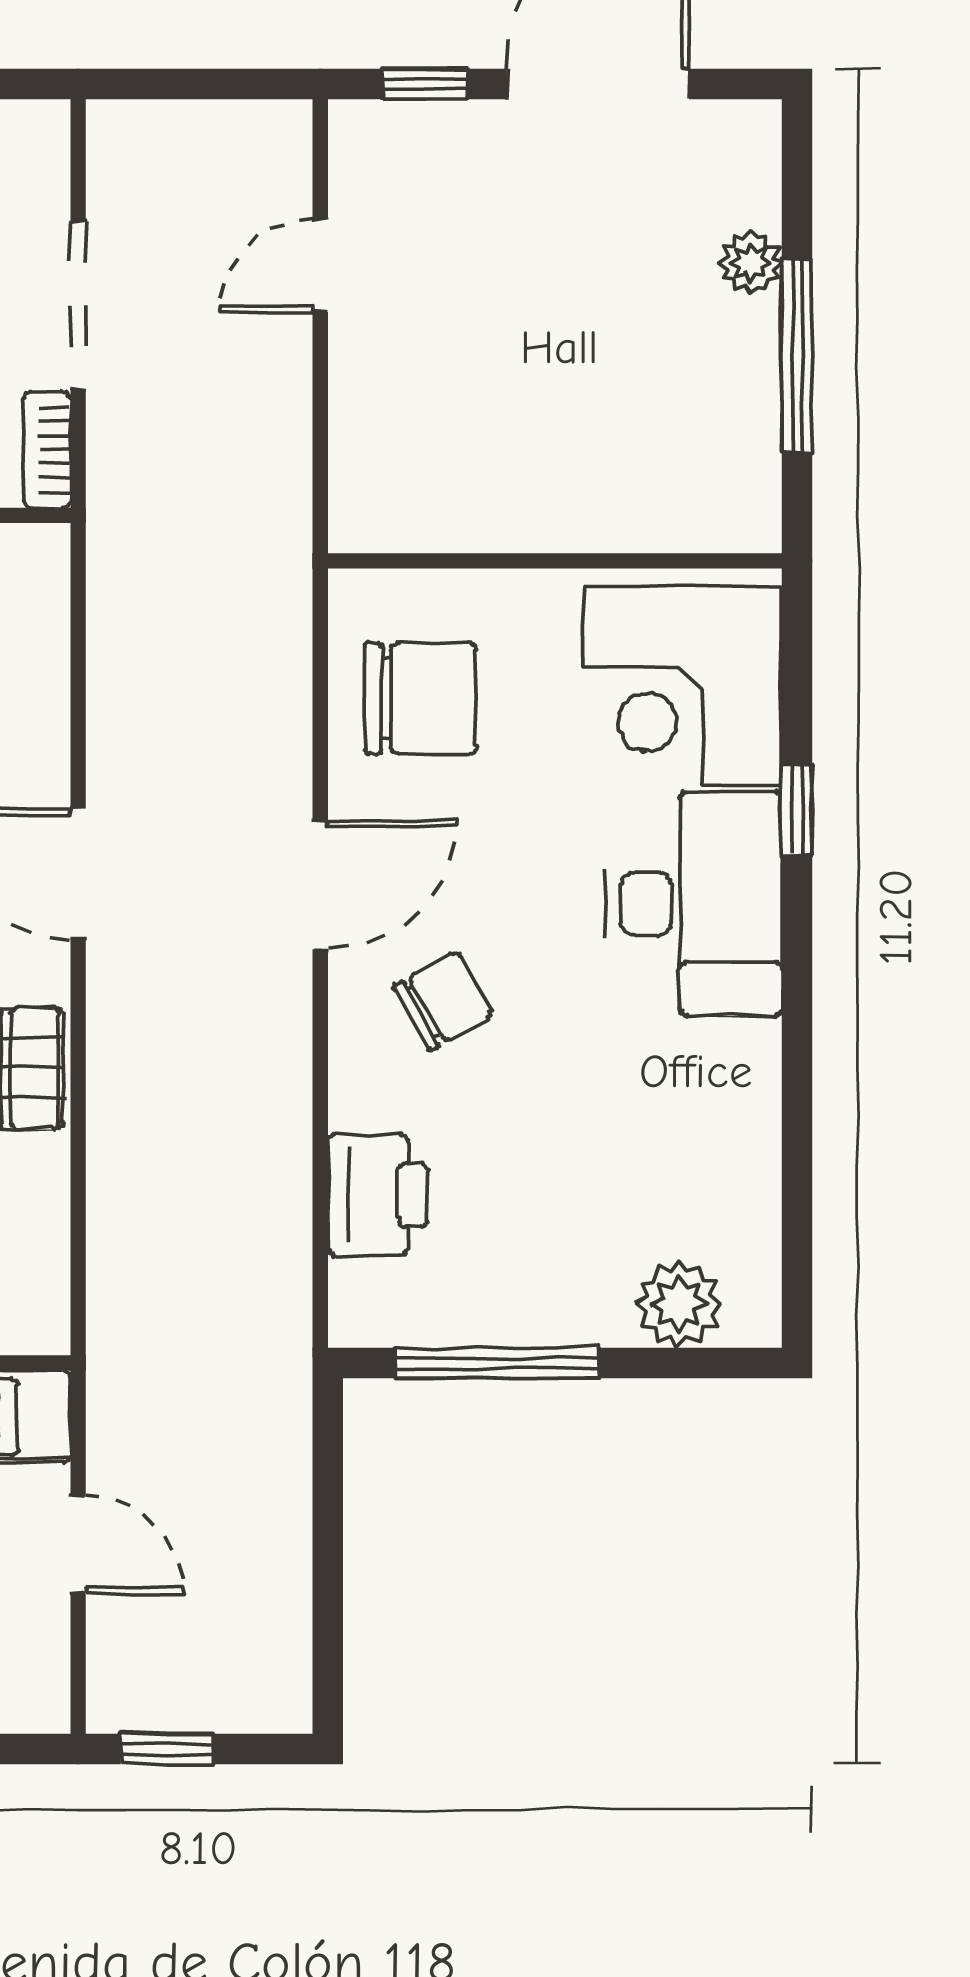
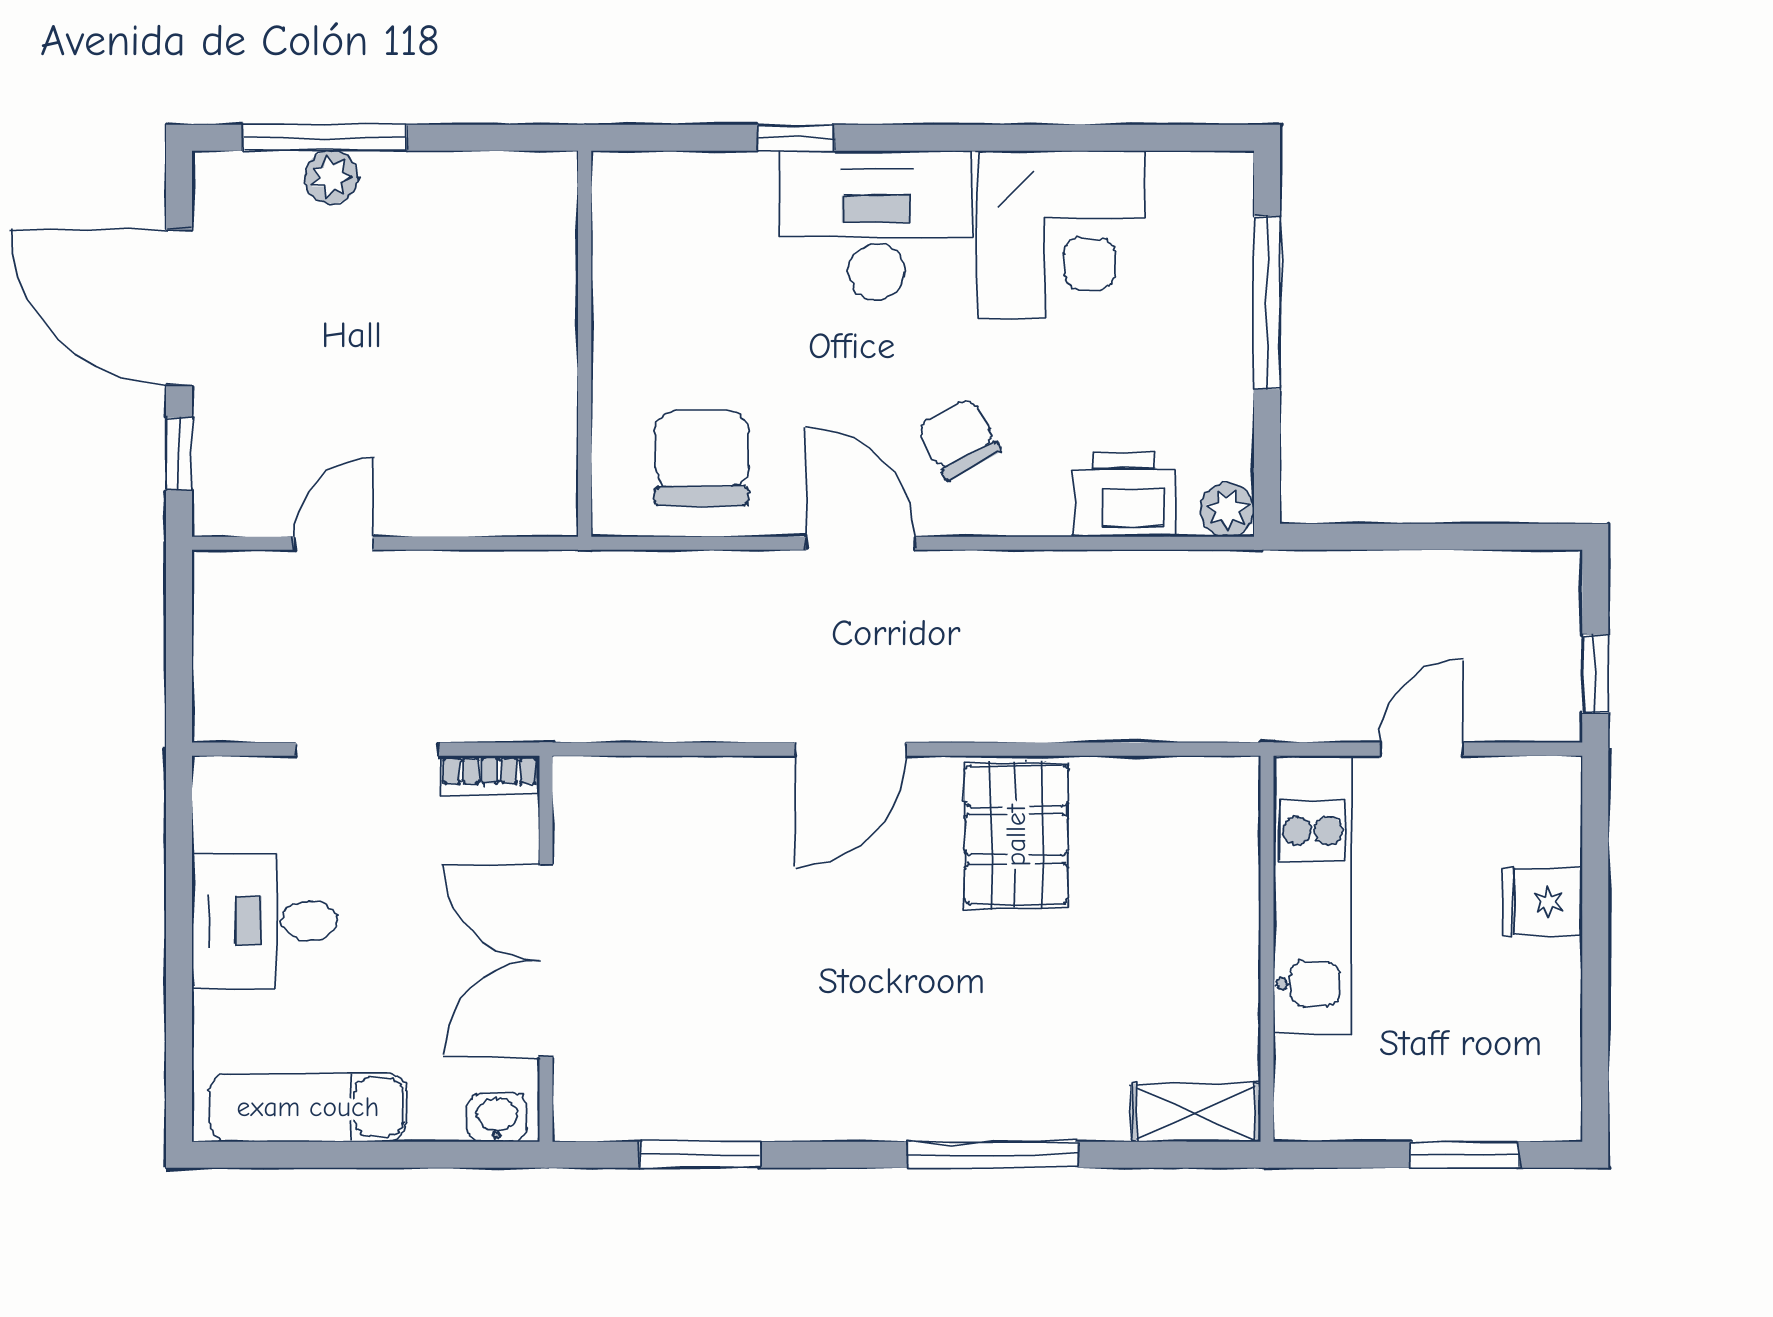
door: (320, 265) -> (333, 543), swing flipped
window: (797, 356) -> (324, 138), moved
corner desk: (683, 686) -> (1061, 235), moved
plant: (679, 1304) -> (1227, 510), moved, width x0.73, depth x0.73
window: (497, 1363) -> (1267, 303), moved

